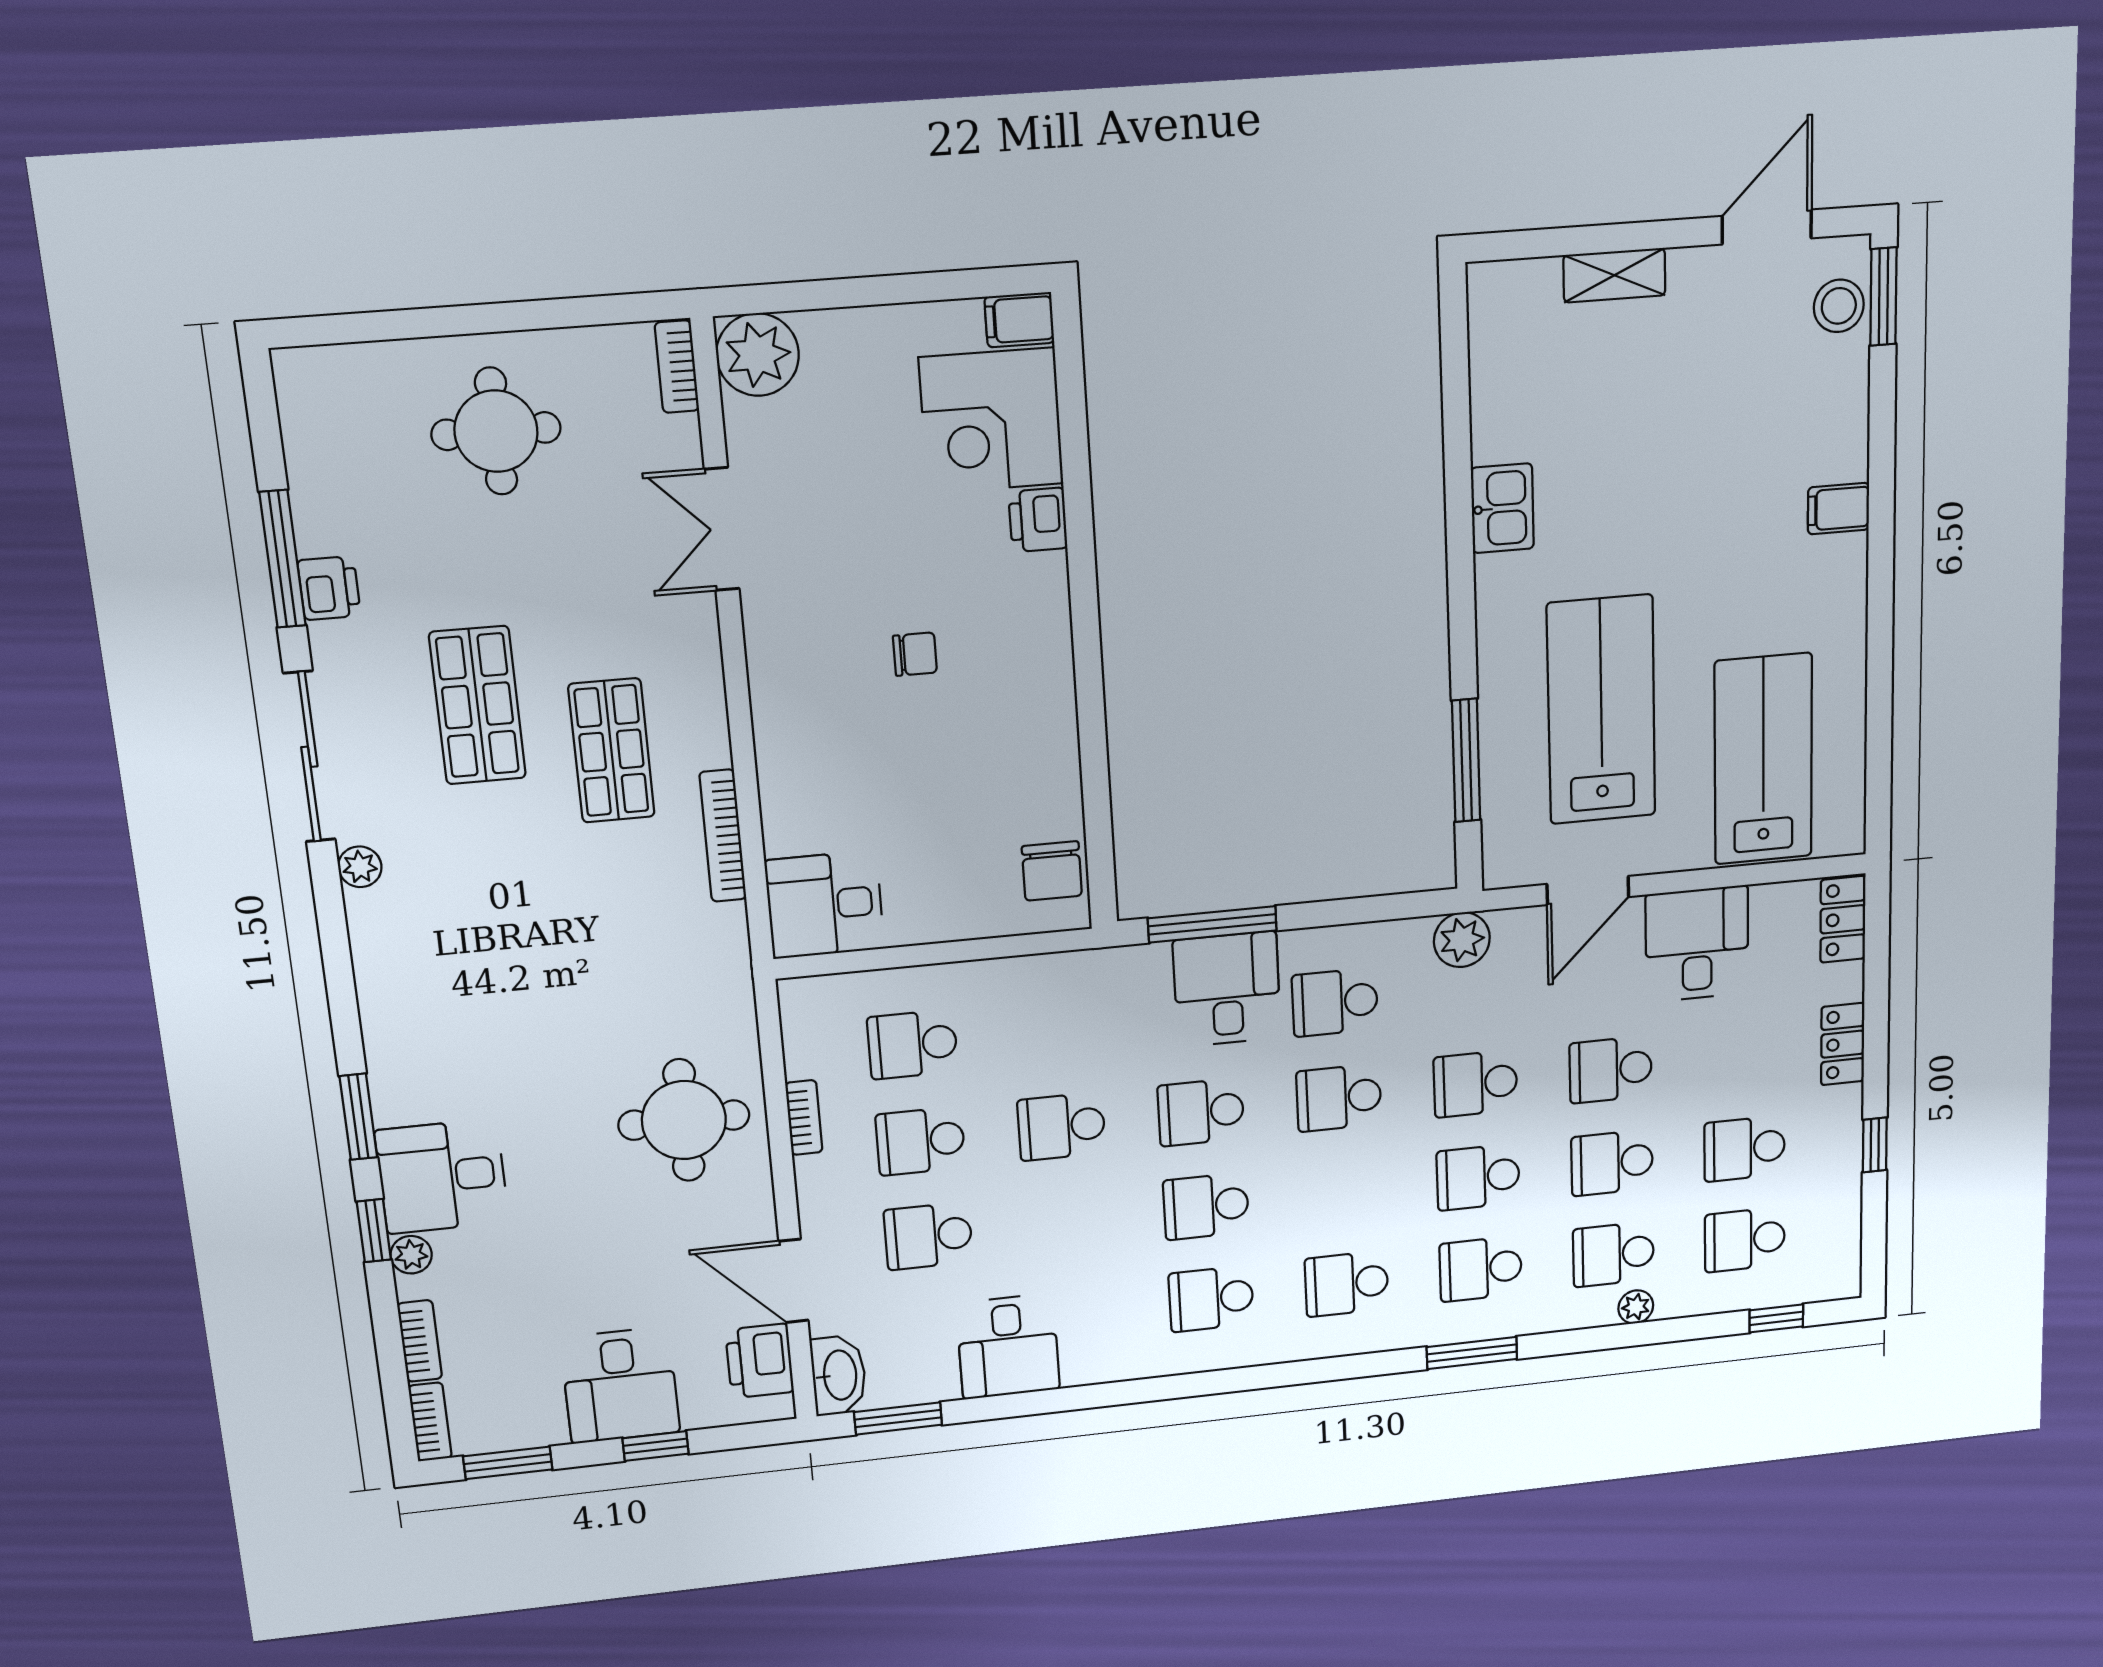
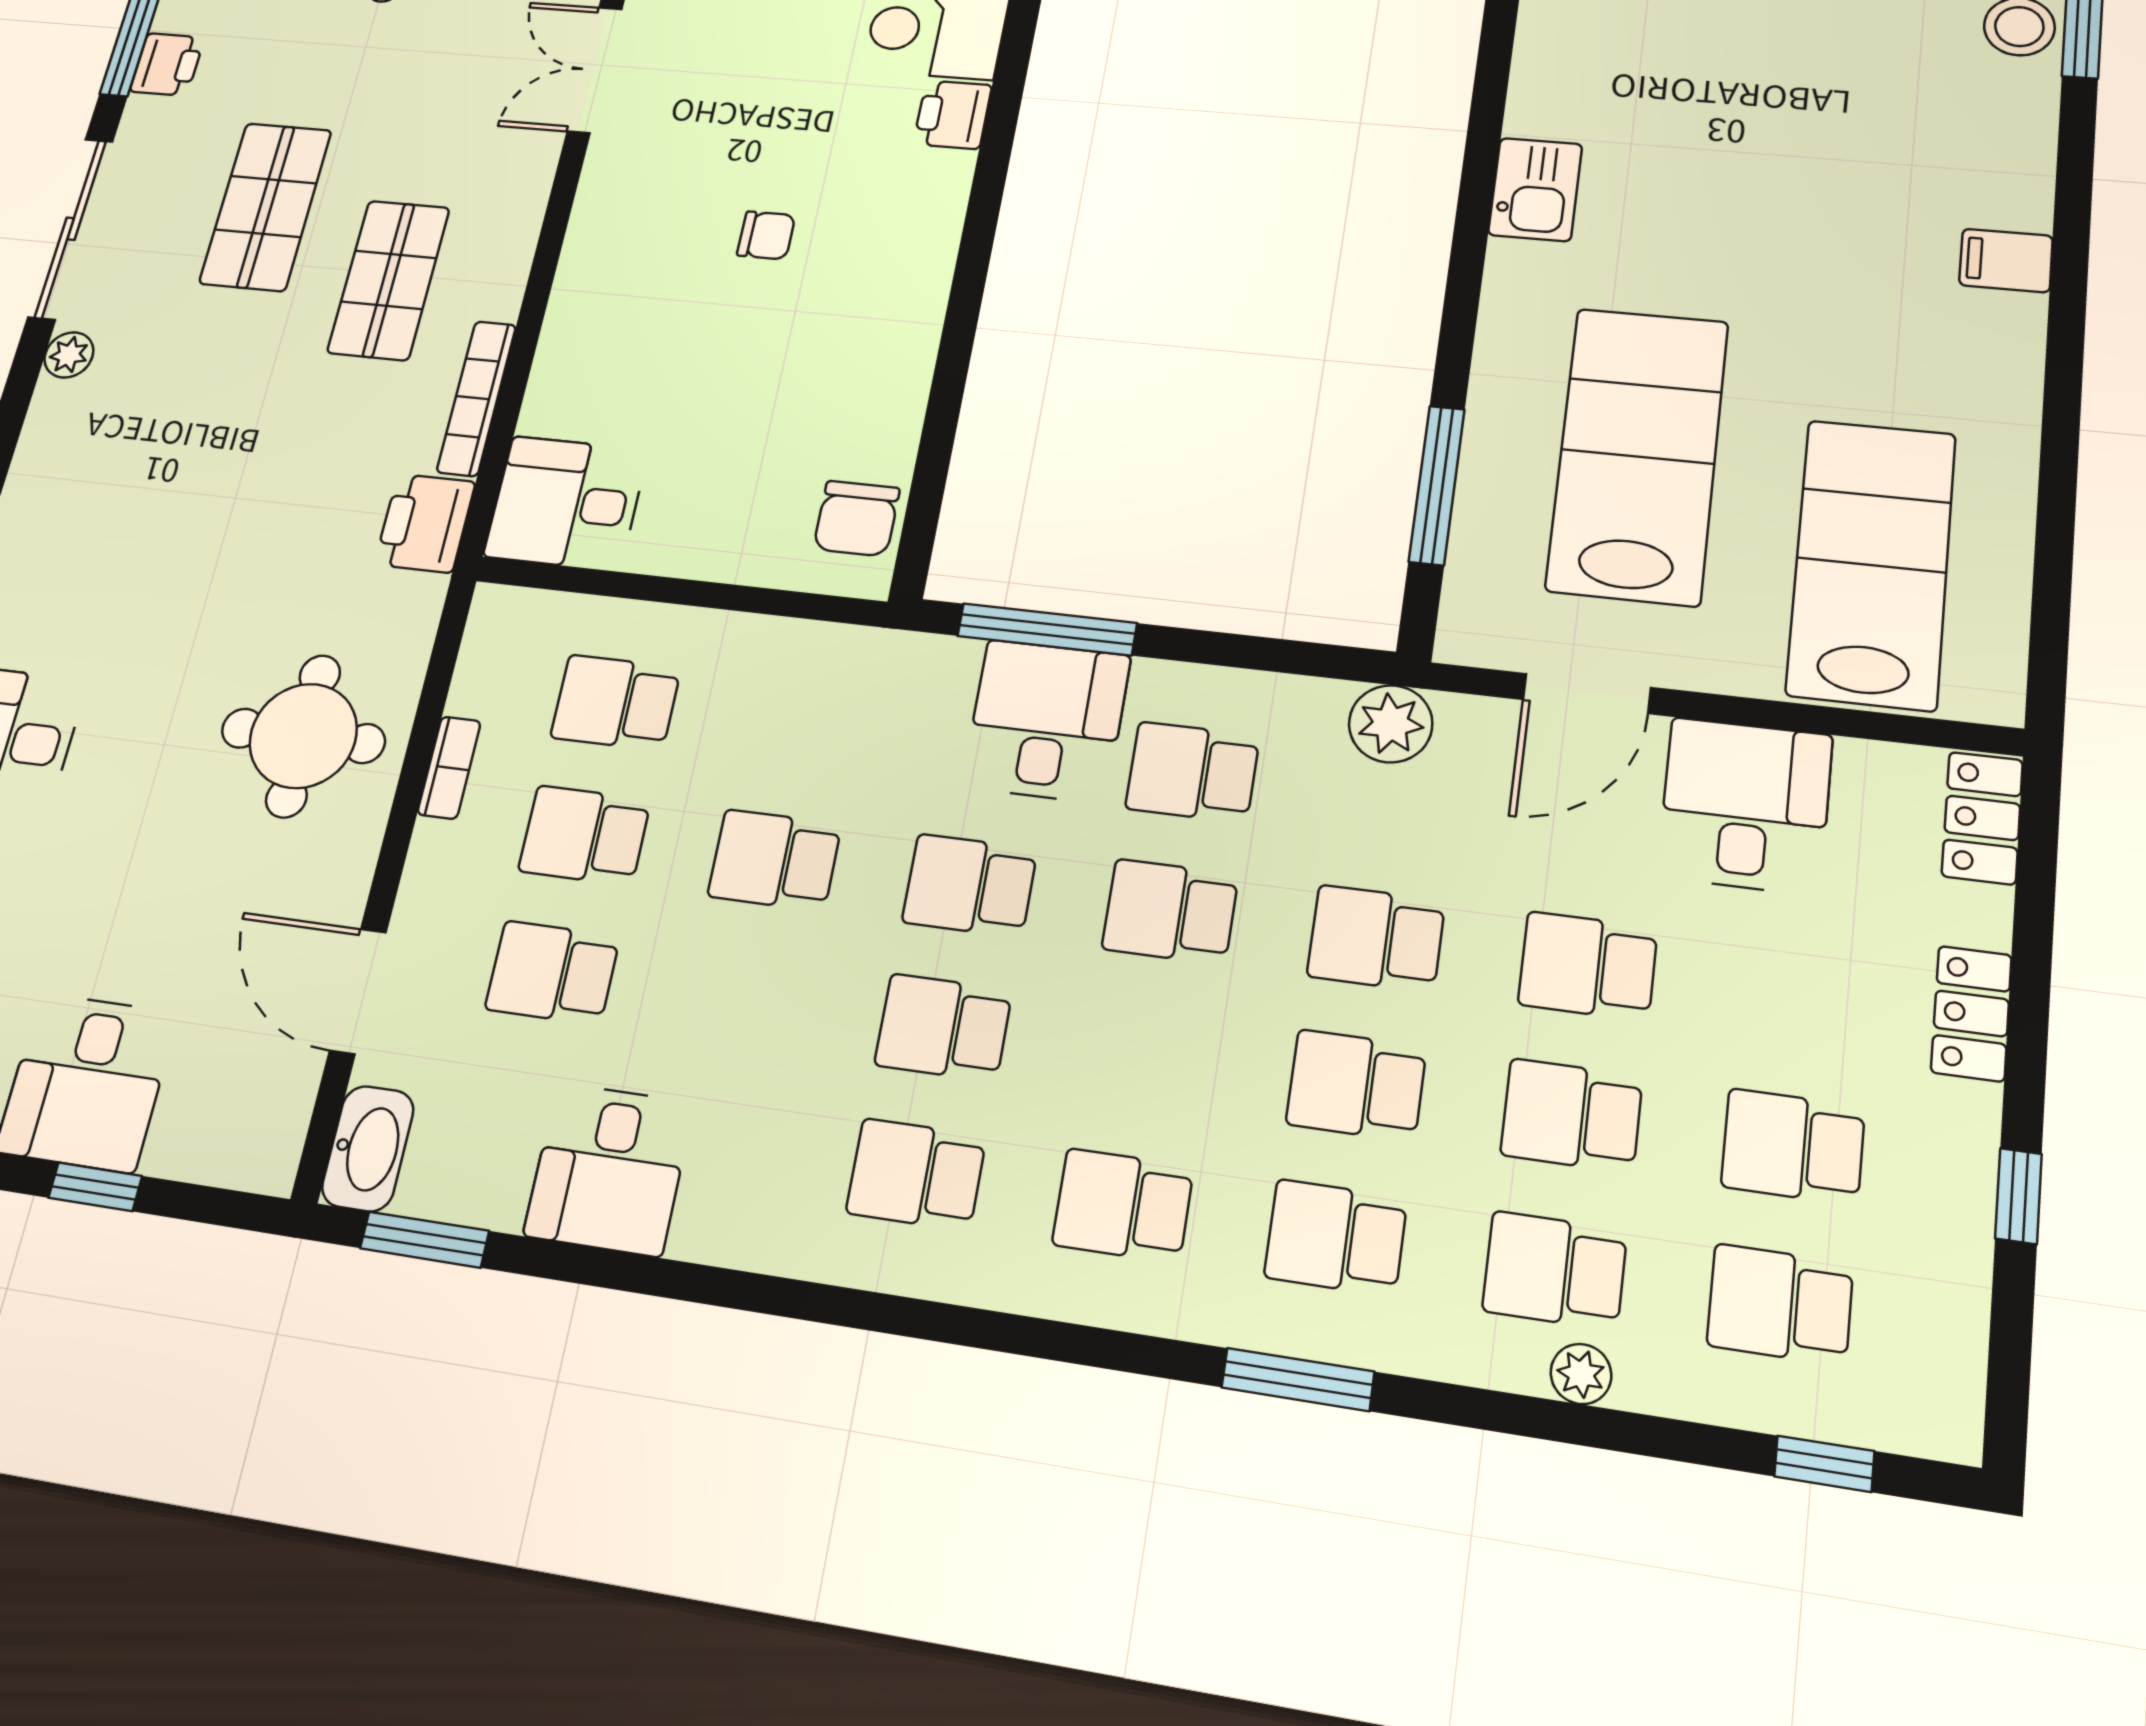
printer: (760, 1361) -> (425, 523), moved

